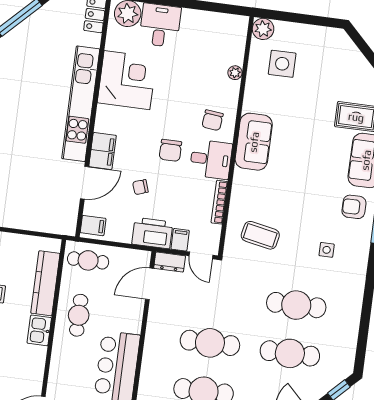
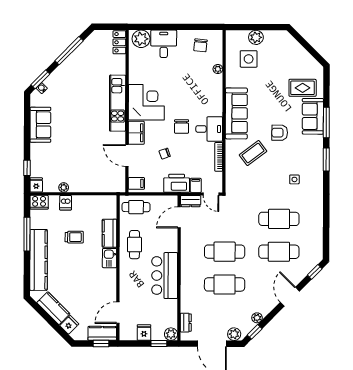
plant: (263, 29) -> (256, 37), moved
corner desk: (127, 80) -> (146, 102), moved
kitchen unit: (81, 104) -> (118, 103), width x0.73
chair: (213, 120) -> (200, 45), moved
sofa: (254, 142) -> (236, 113), width x1.36
door: (84, 183) -> (127, 156), swing flipped
armchair: (354, 207) -> (280, 133), moved
coffee table: (260, 235) -> (253, 153), moved, turned -48
kitchen counter: (45, 283) -> (109, 233), width x0.67

